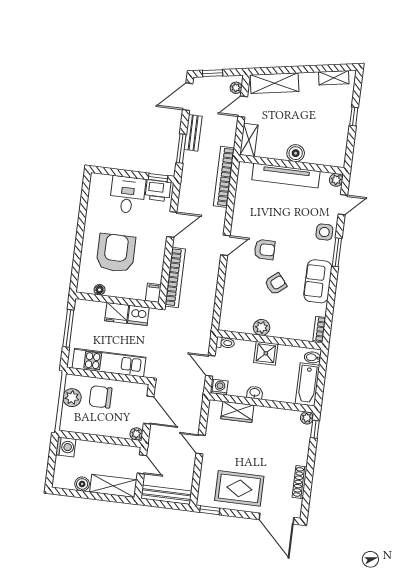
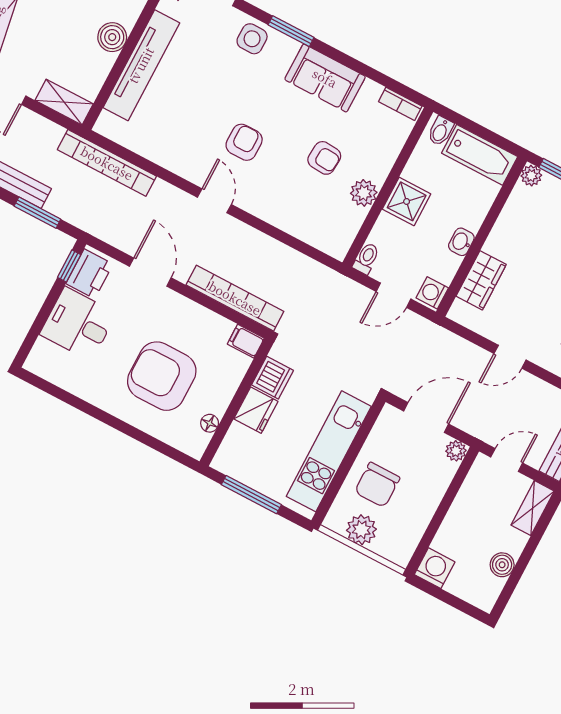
armchair: (276, 284) -> (324, 158), moved, turned 133
shelving: (113, 486) -> (533, 508), width x0.67, depth x0.75

